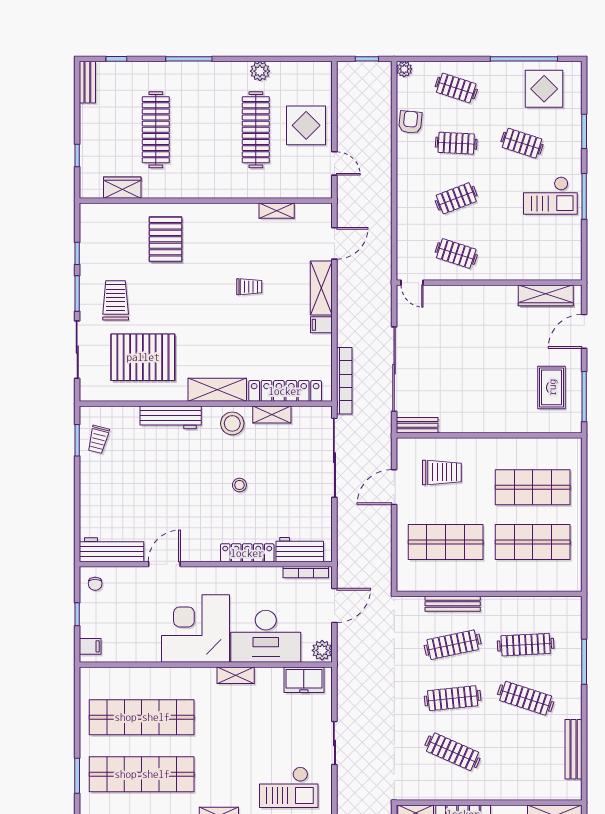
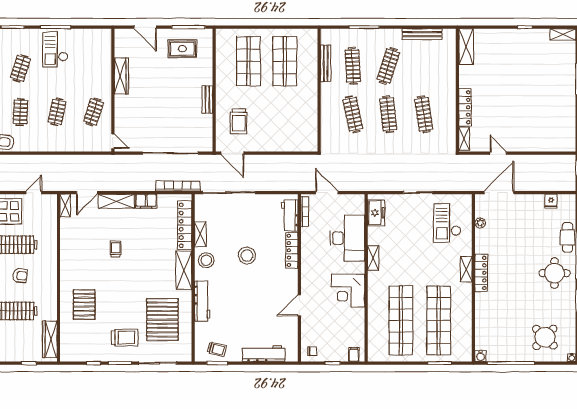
armchair: (209, 142) -> (20, 275), added
wardrobe: (122, 188) -> (50, 339), width x1.50
checkout: (550, 196) -> (55, 49), turned 180
clothes rail: (456, 198) -> (57, 112), turned 33
shelving: (277, 211) -> (65, 206), moved
pallet: (166, 239) -> (84, 304), turned 90
door: (334, 243) -> (87, 193), swing flipped
door: (412, 283) -> (113, 141), hinge flipped
wardrobe: (546, 295) -> (121, 76), moved
trolley: (116, 300) -> (125, 338), turned 180
filing cabinet: (321, 325) -> (146, 201), width x2.00
bench: (417, 425) -> (207, 100), moved
trolley: (442, 472) -> (239, 121), turned 180
stool: (239, 485) -> (247, 256), width x1.89, depth x1.89
door: (394, 487) -> (232, 153), moved
shop shelf: (446, 542) -> (285, 119), removed
workbench: (112, 550) -> (264, 354), moved, turned 90
door: (164, 564) -> (299, 305), hinge flipped
bench: (453, 604) -> (326, 63), moved
corner desk: (195, 629) -> (348, 291), width x0.74, depth x0.74
plant: (322, 650) -> (356, 201), removed
clothes rail: (453, 752) -> (424, 114), turned -33
checkout: (289, 787) -> (447, 223), turned 180

